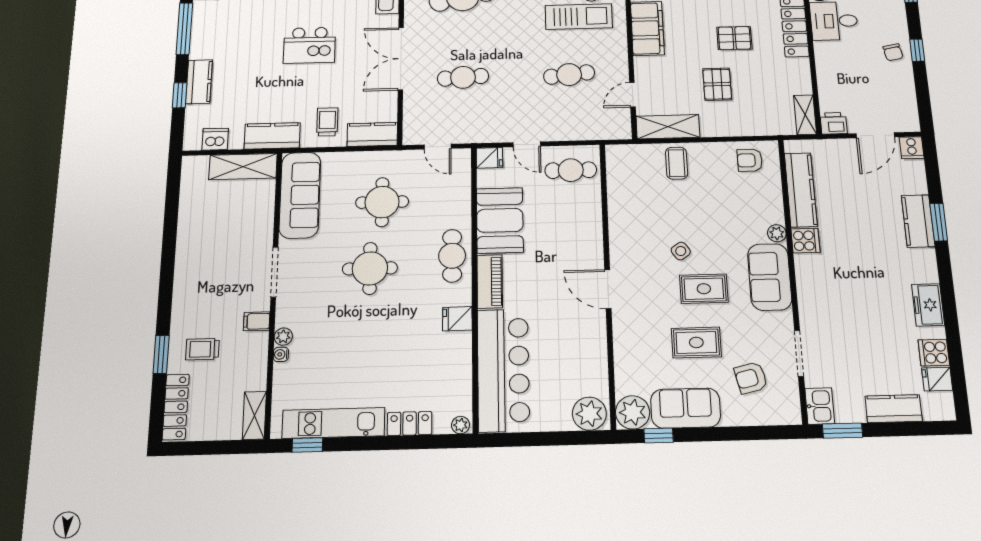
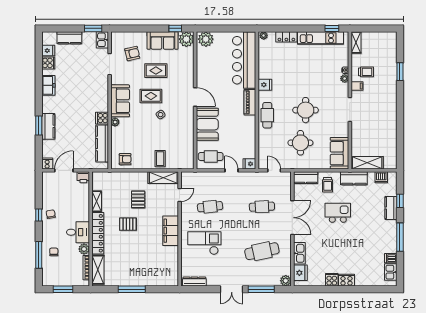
kitchen island: (309, 45) -> (338, 213), moved
shelving: (805, 115) -> (97, 201), moved
sofa: (300, 195) -> (339, 153), width x0.73
booth: (500, 220) -> (207, 124), moved
trolley: (202, 349) -> (366, 72), moved
locker: (176, 407) -> (392, 47), removed

